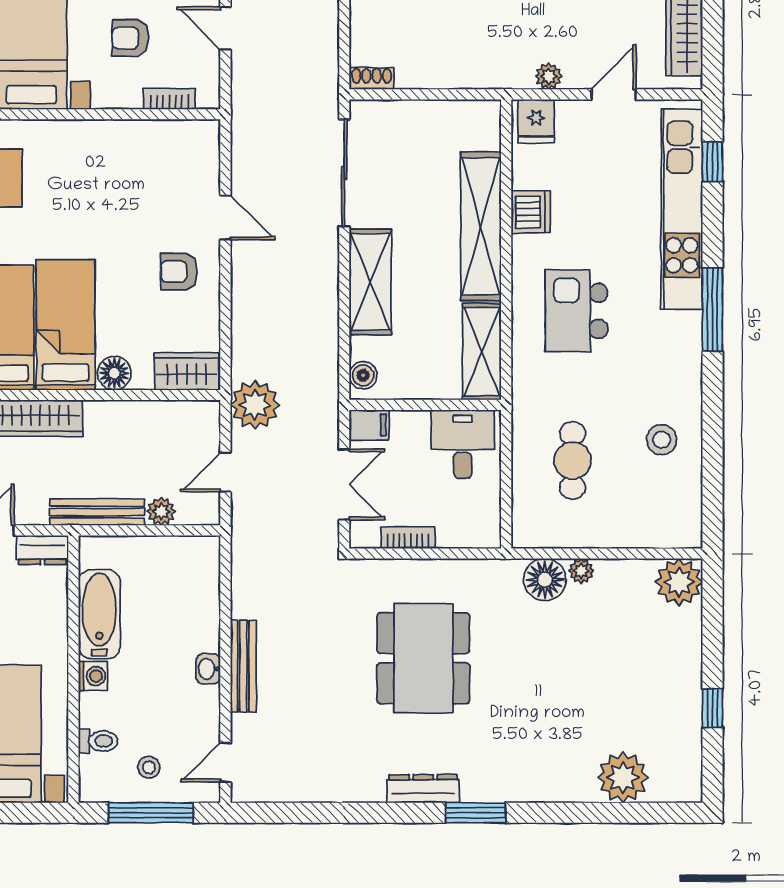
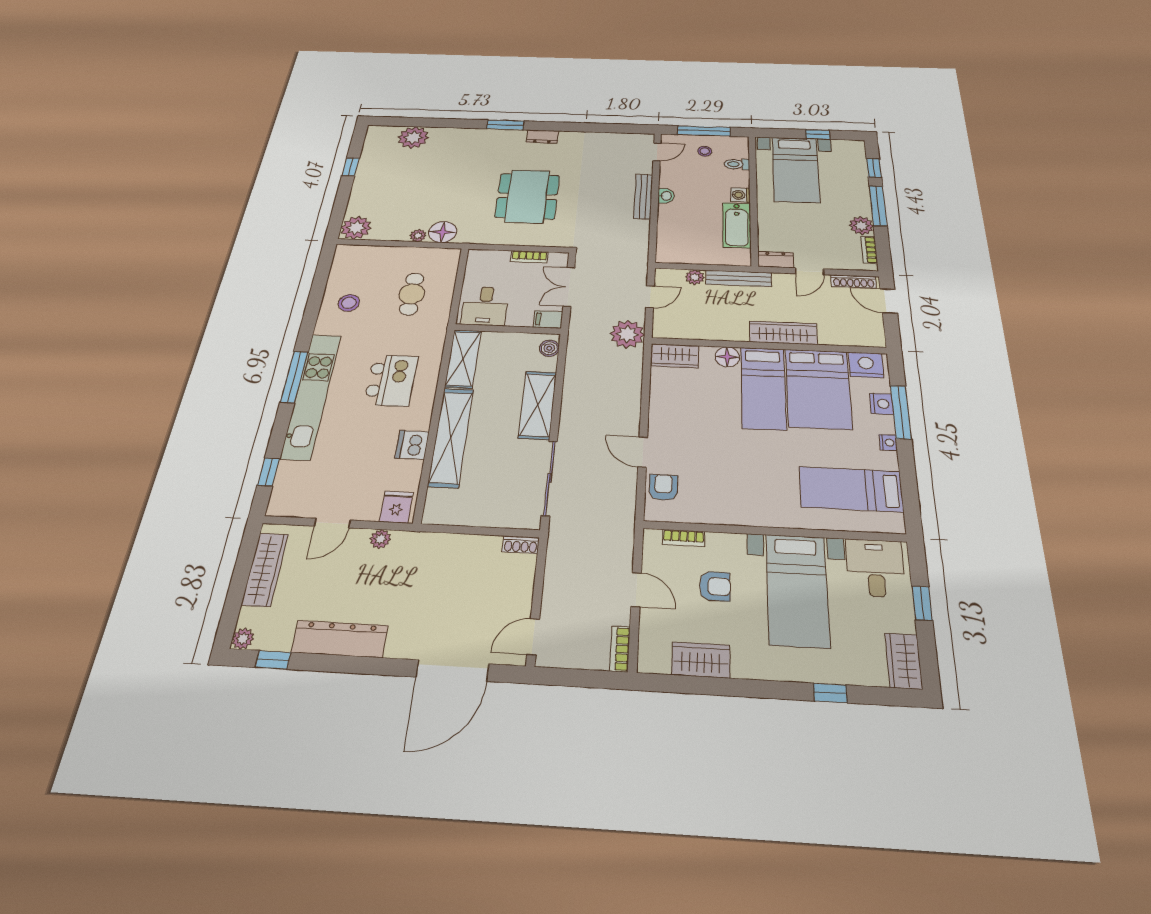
kitchen unit: (682, 209) -> (311, 395), moved
armchair: (179, 272) -> (663, 487), moved, turned -90
dresser: (423, 789) -> (542, 137), width x0.70

